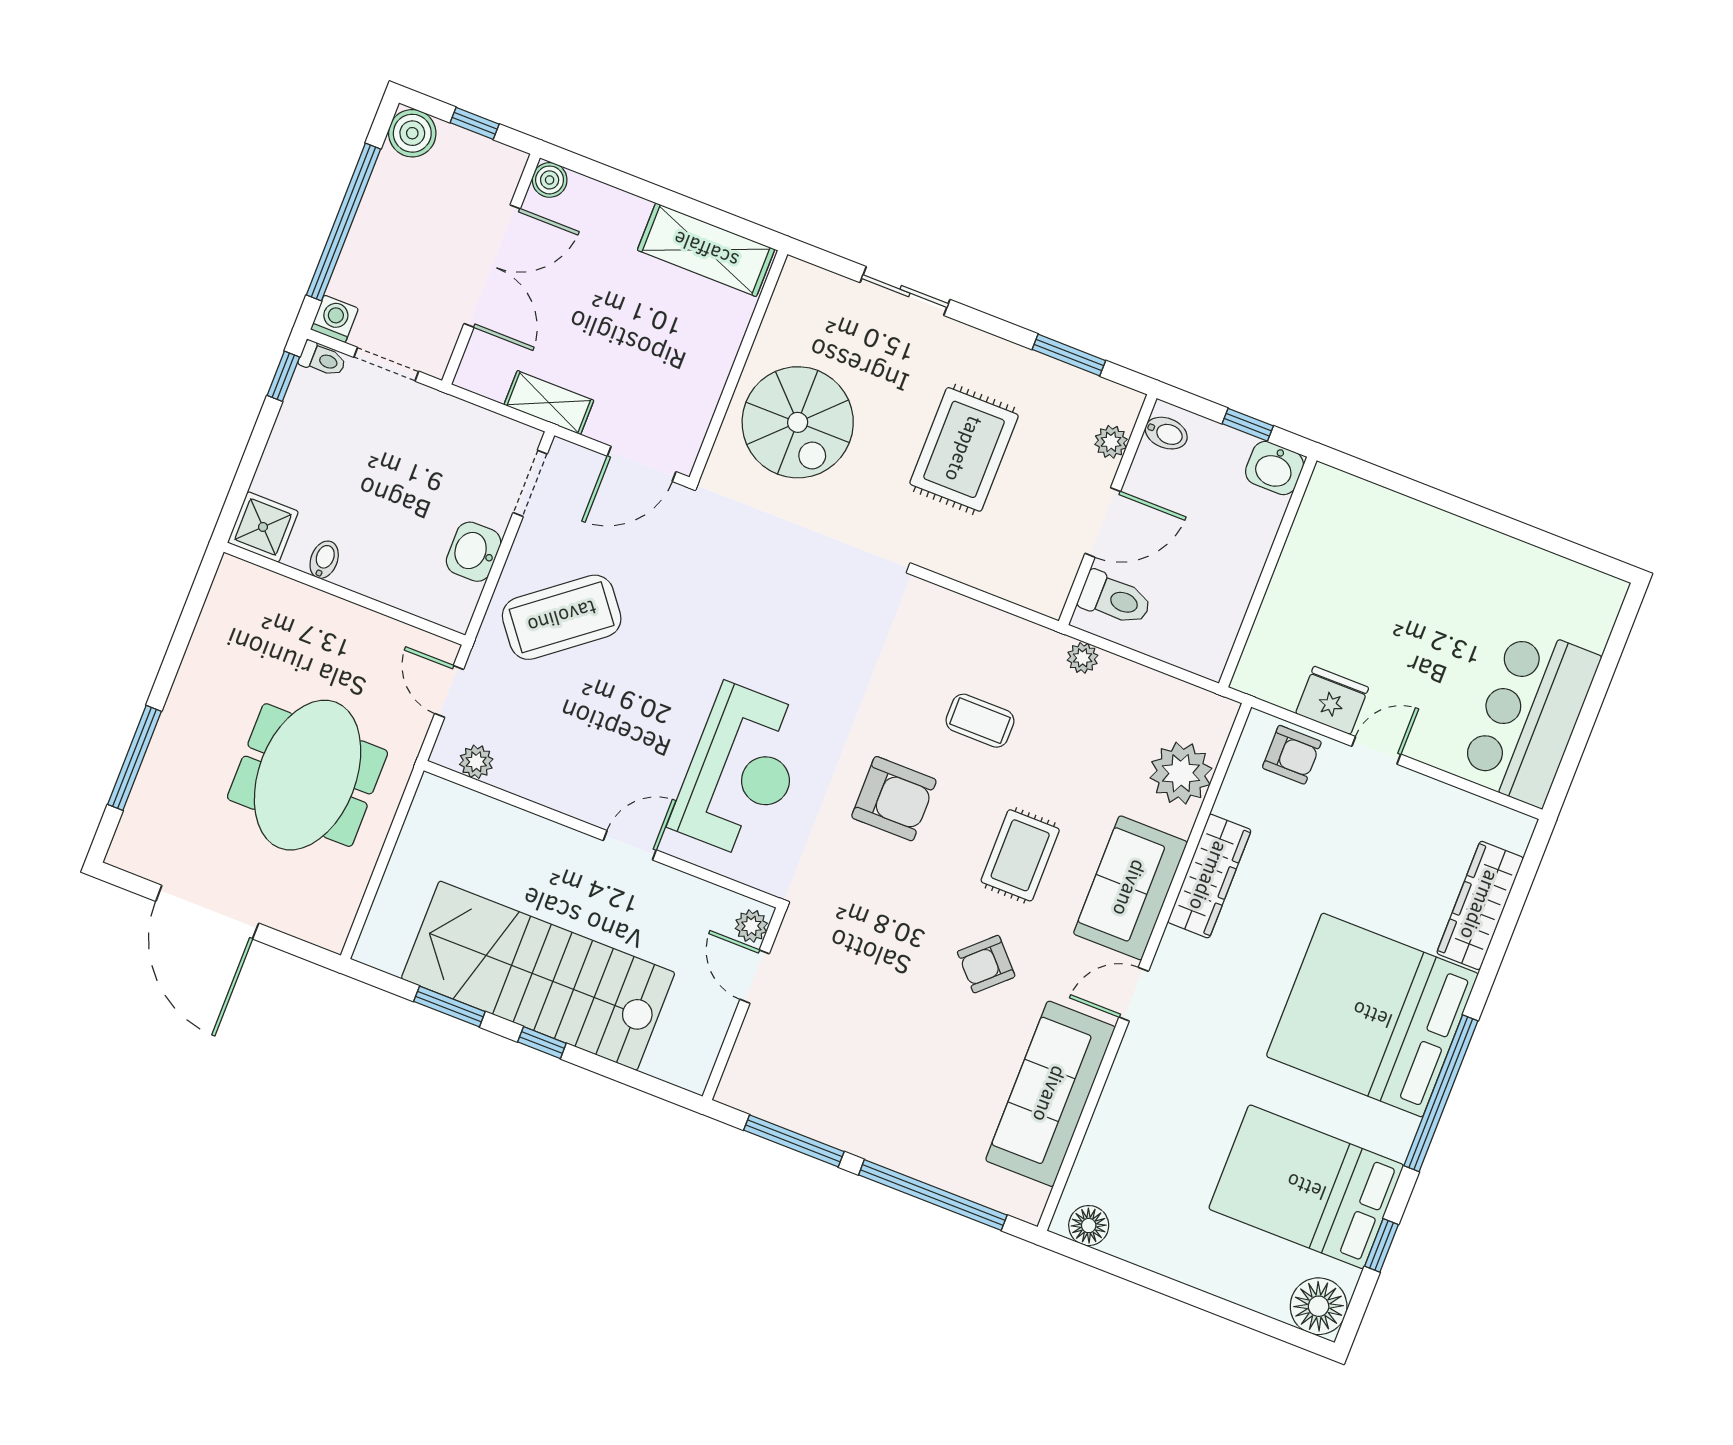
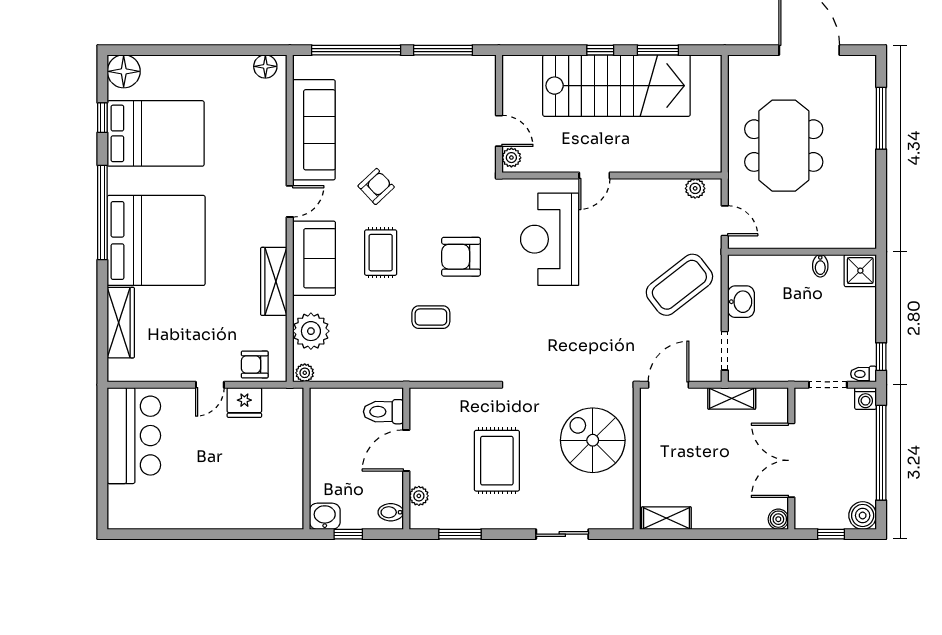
shelving: (706, 250) -> (666, 518), width x0.67, depth x0.75
plant: (1083, 658) -> (305, 373), moved

